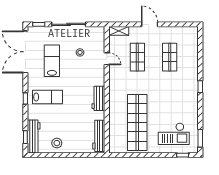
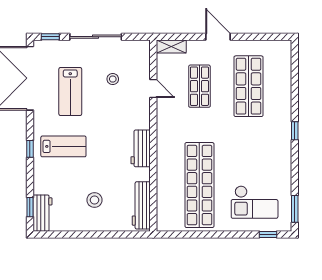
shop shelf: (170, 57) -> (248, 86), width x1.43, depth x1.36
lab bench: (52, 61) -> (70, 92), turned 180
workbench: (34, 137) -> (43, 213), width x0.73
stool: (57, 143) -> (94, 200), moved

